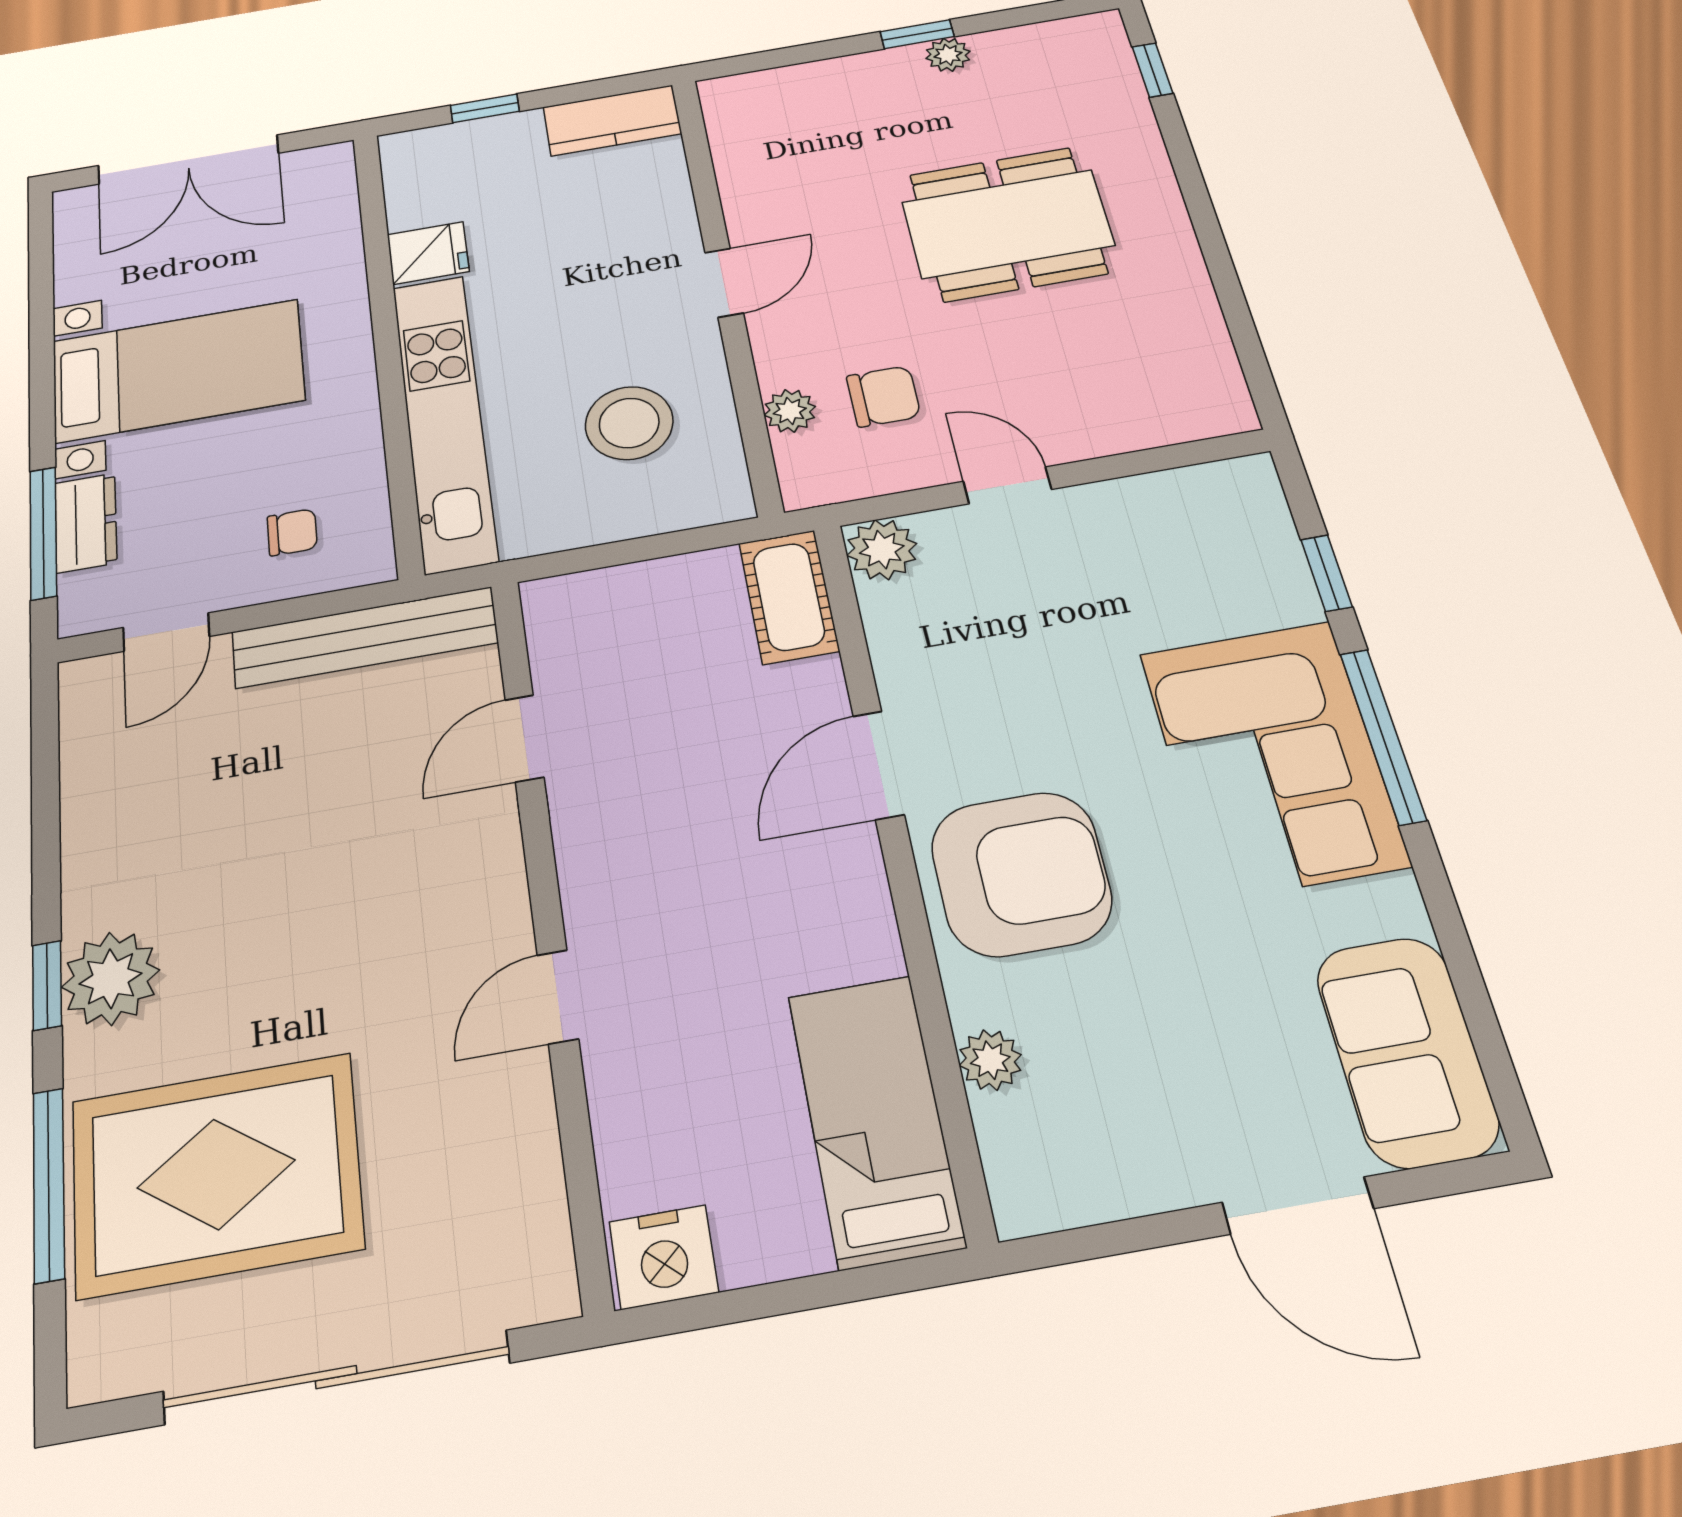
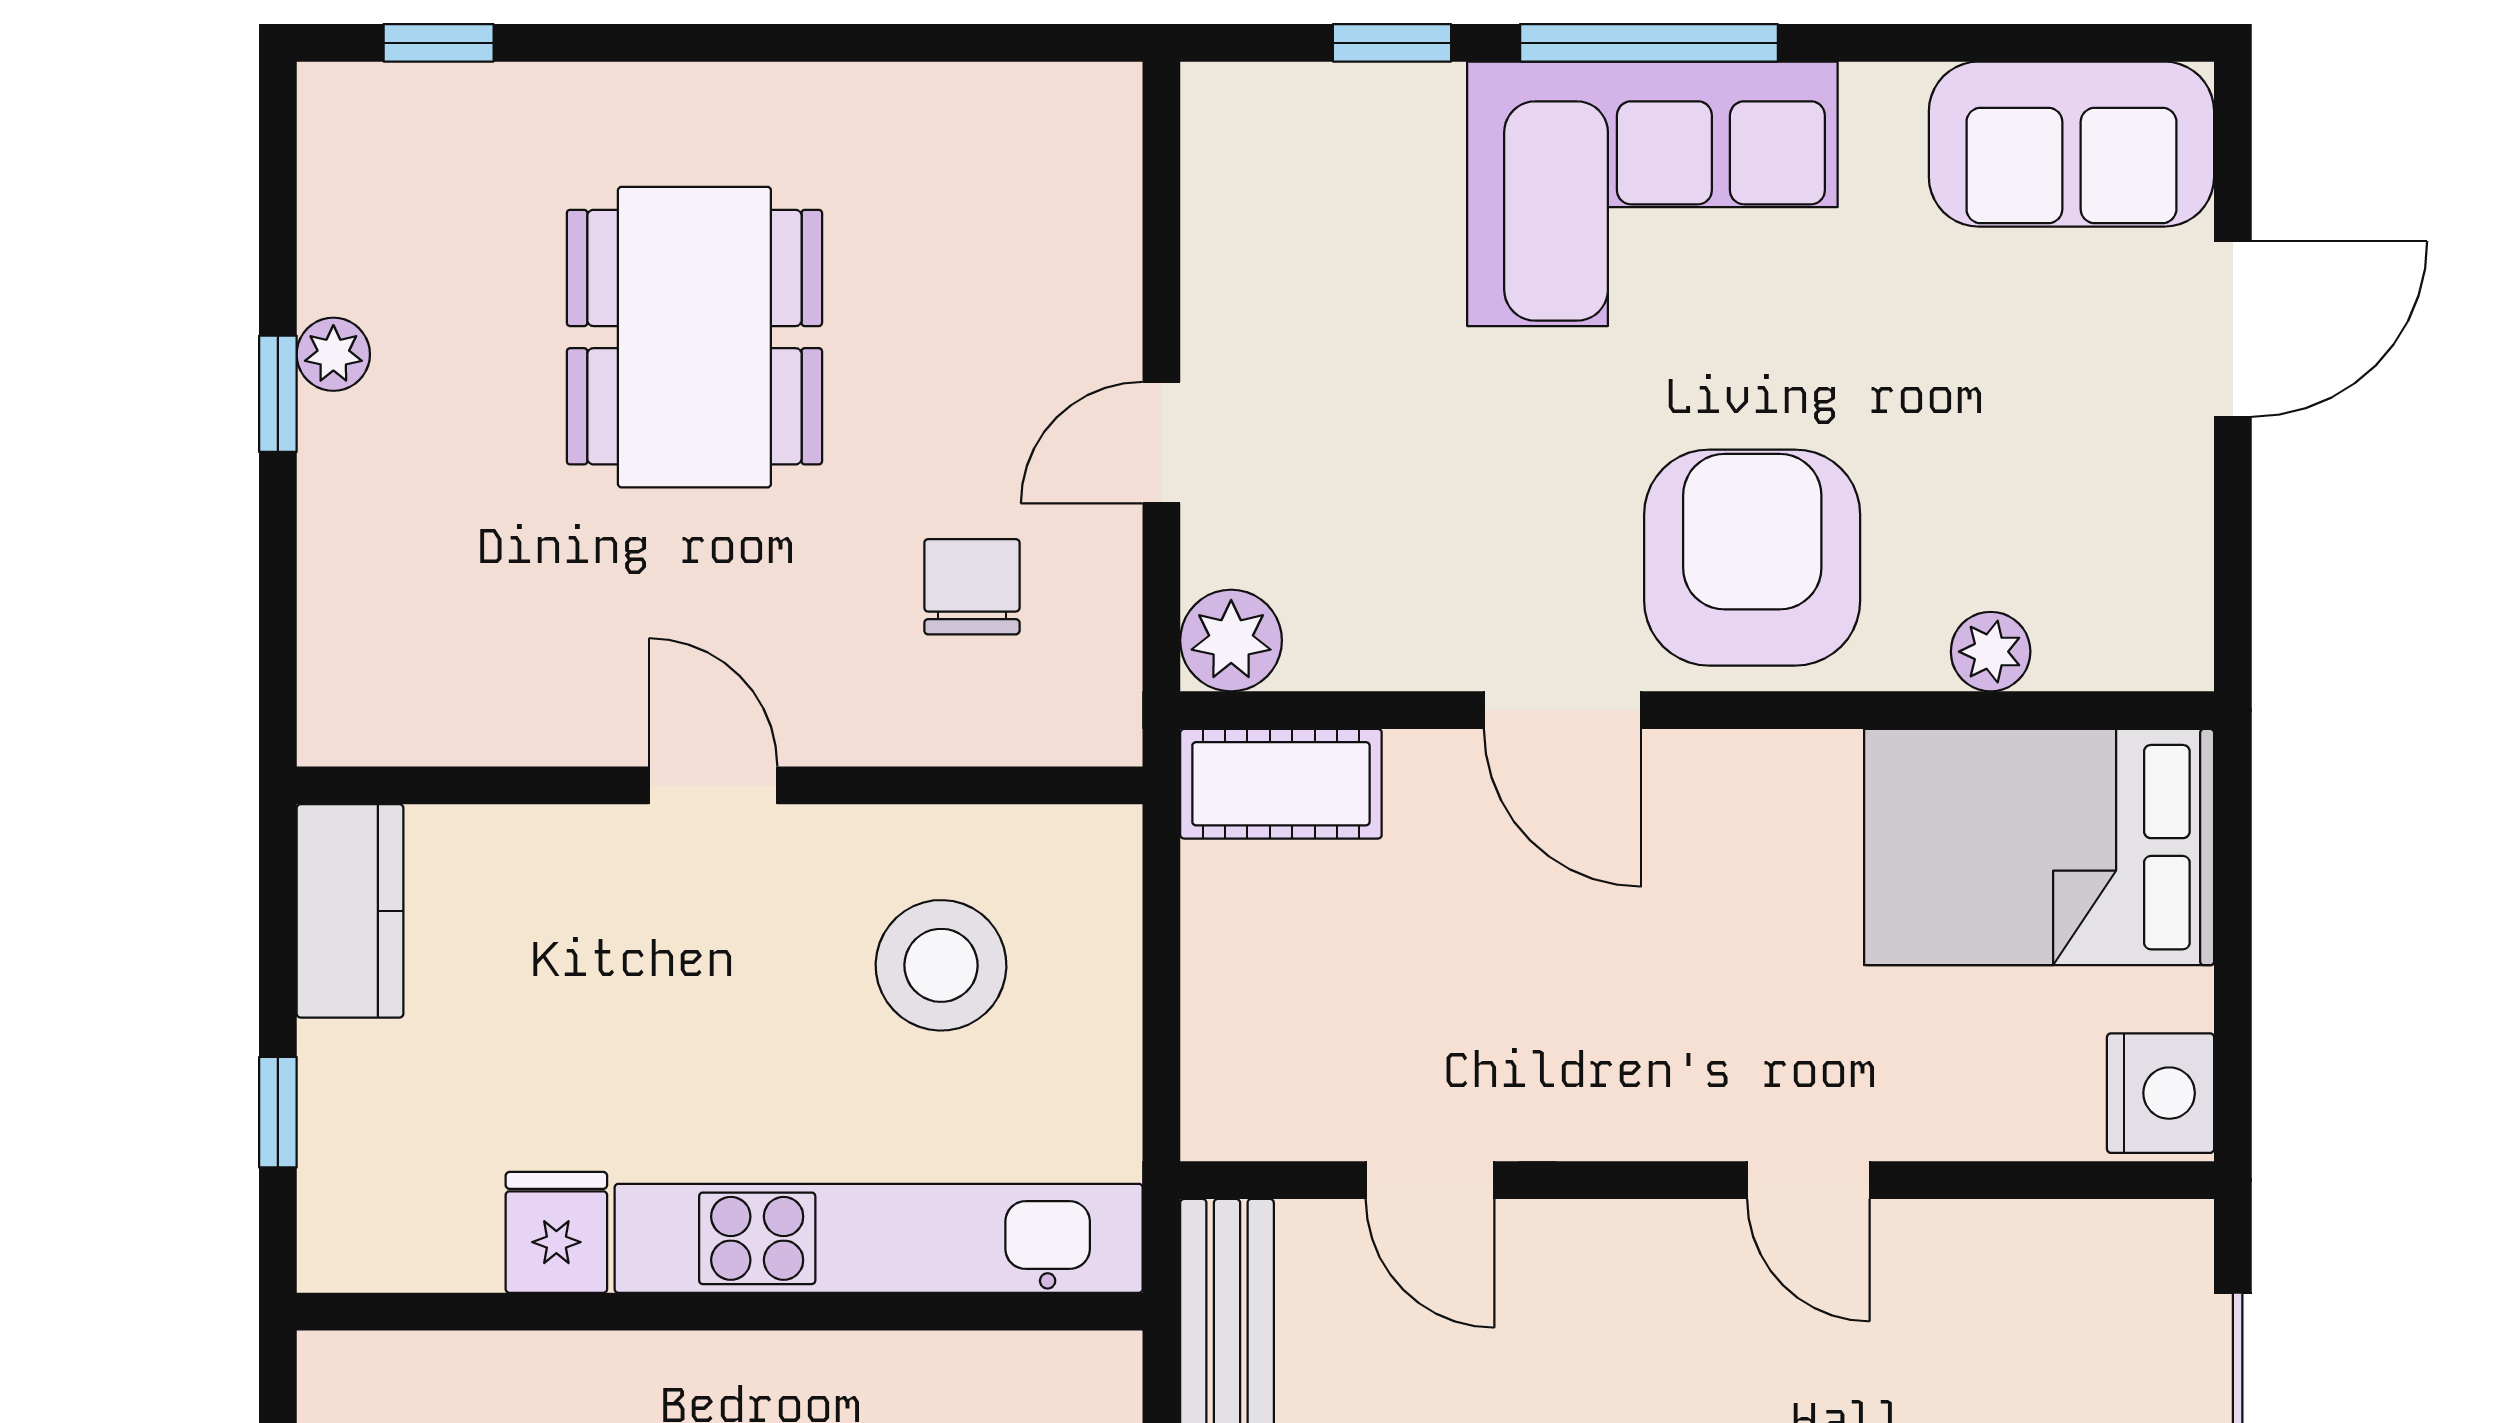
plant: (790, 411) -> (969, 727), removed
bed: (875, 1119) -> (2039, 847), width x1.50

